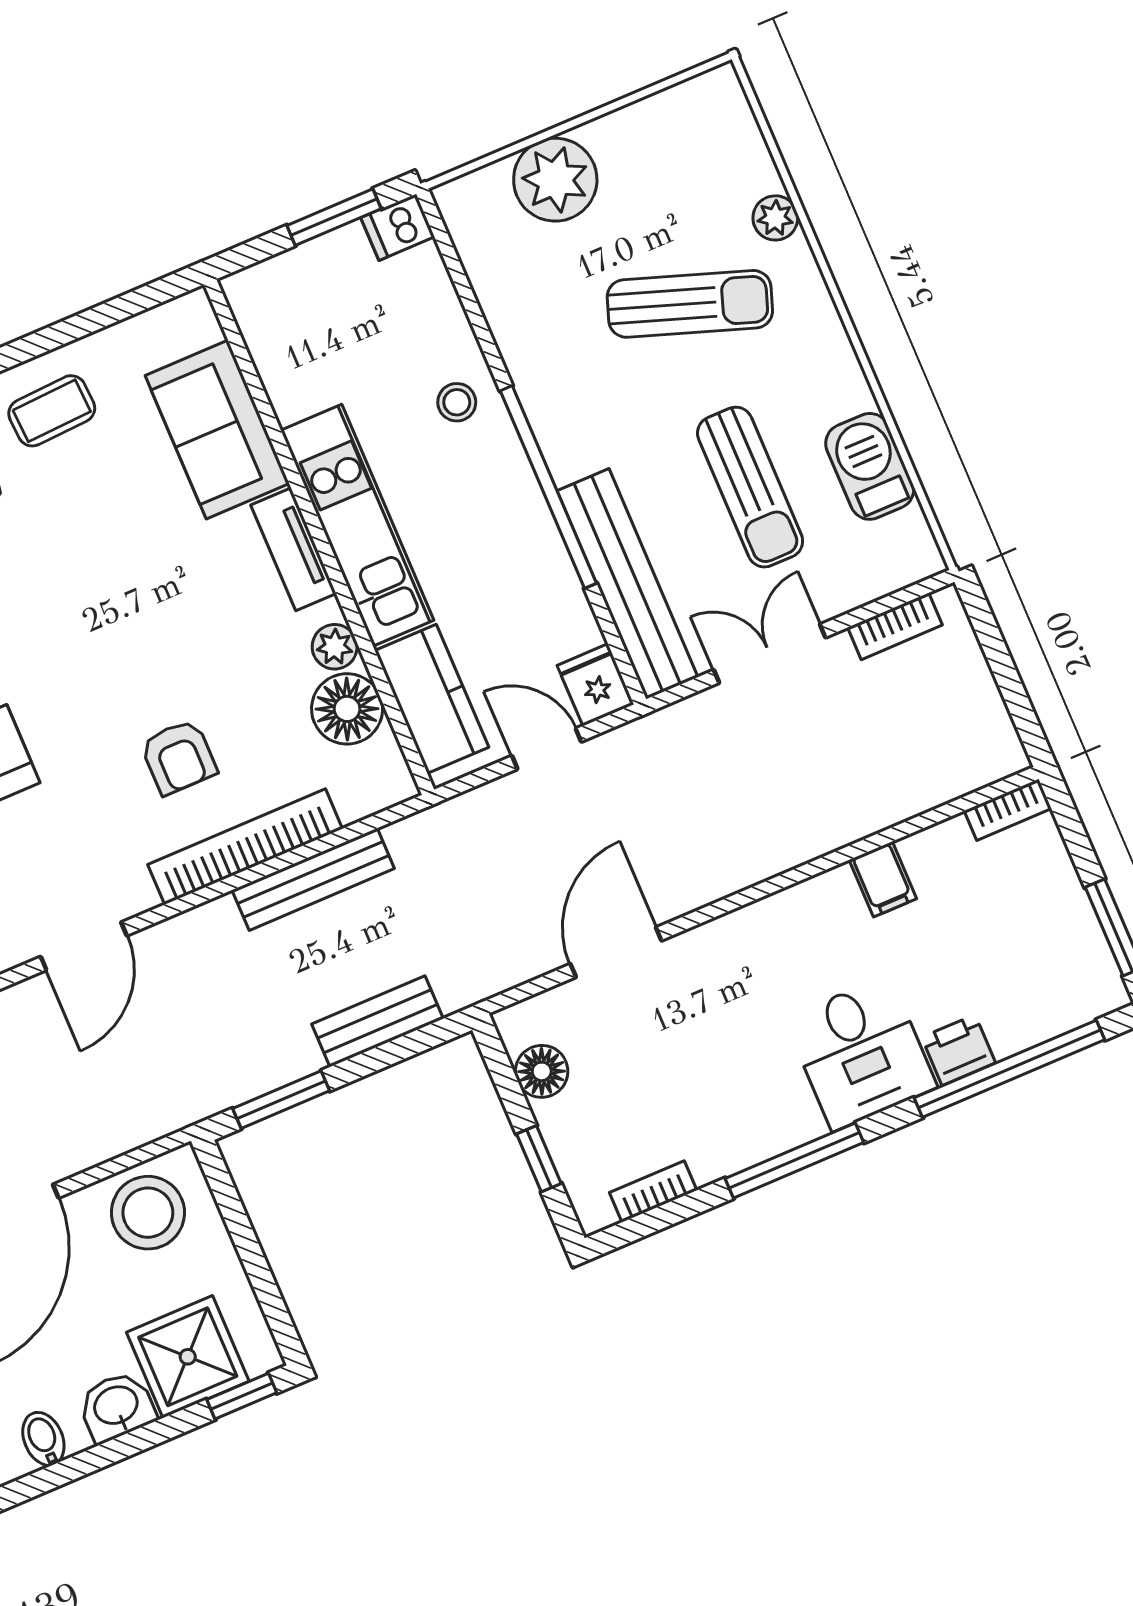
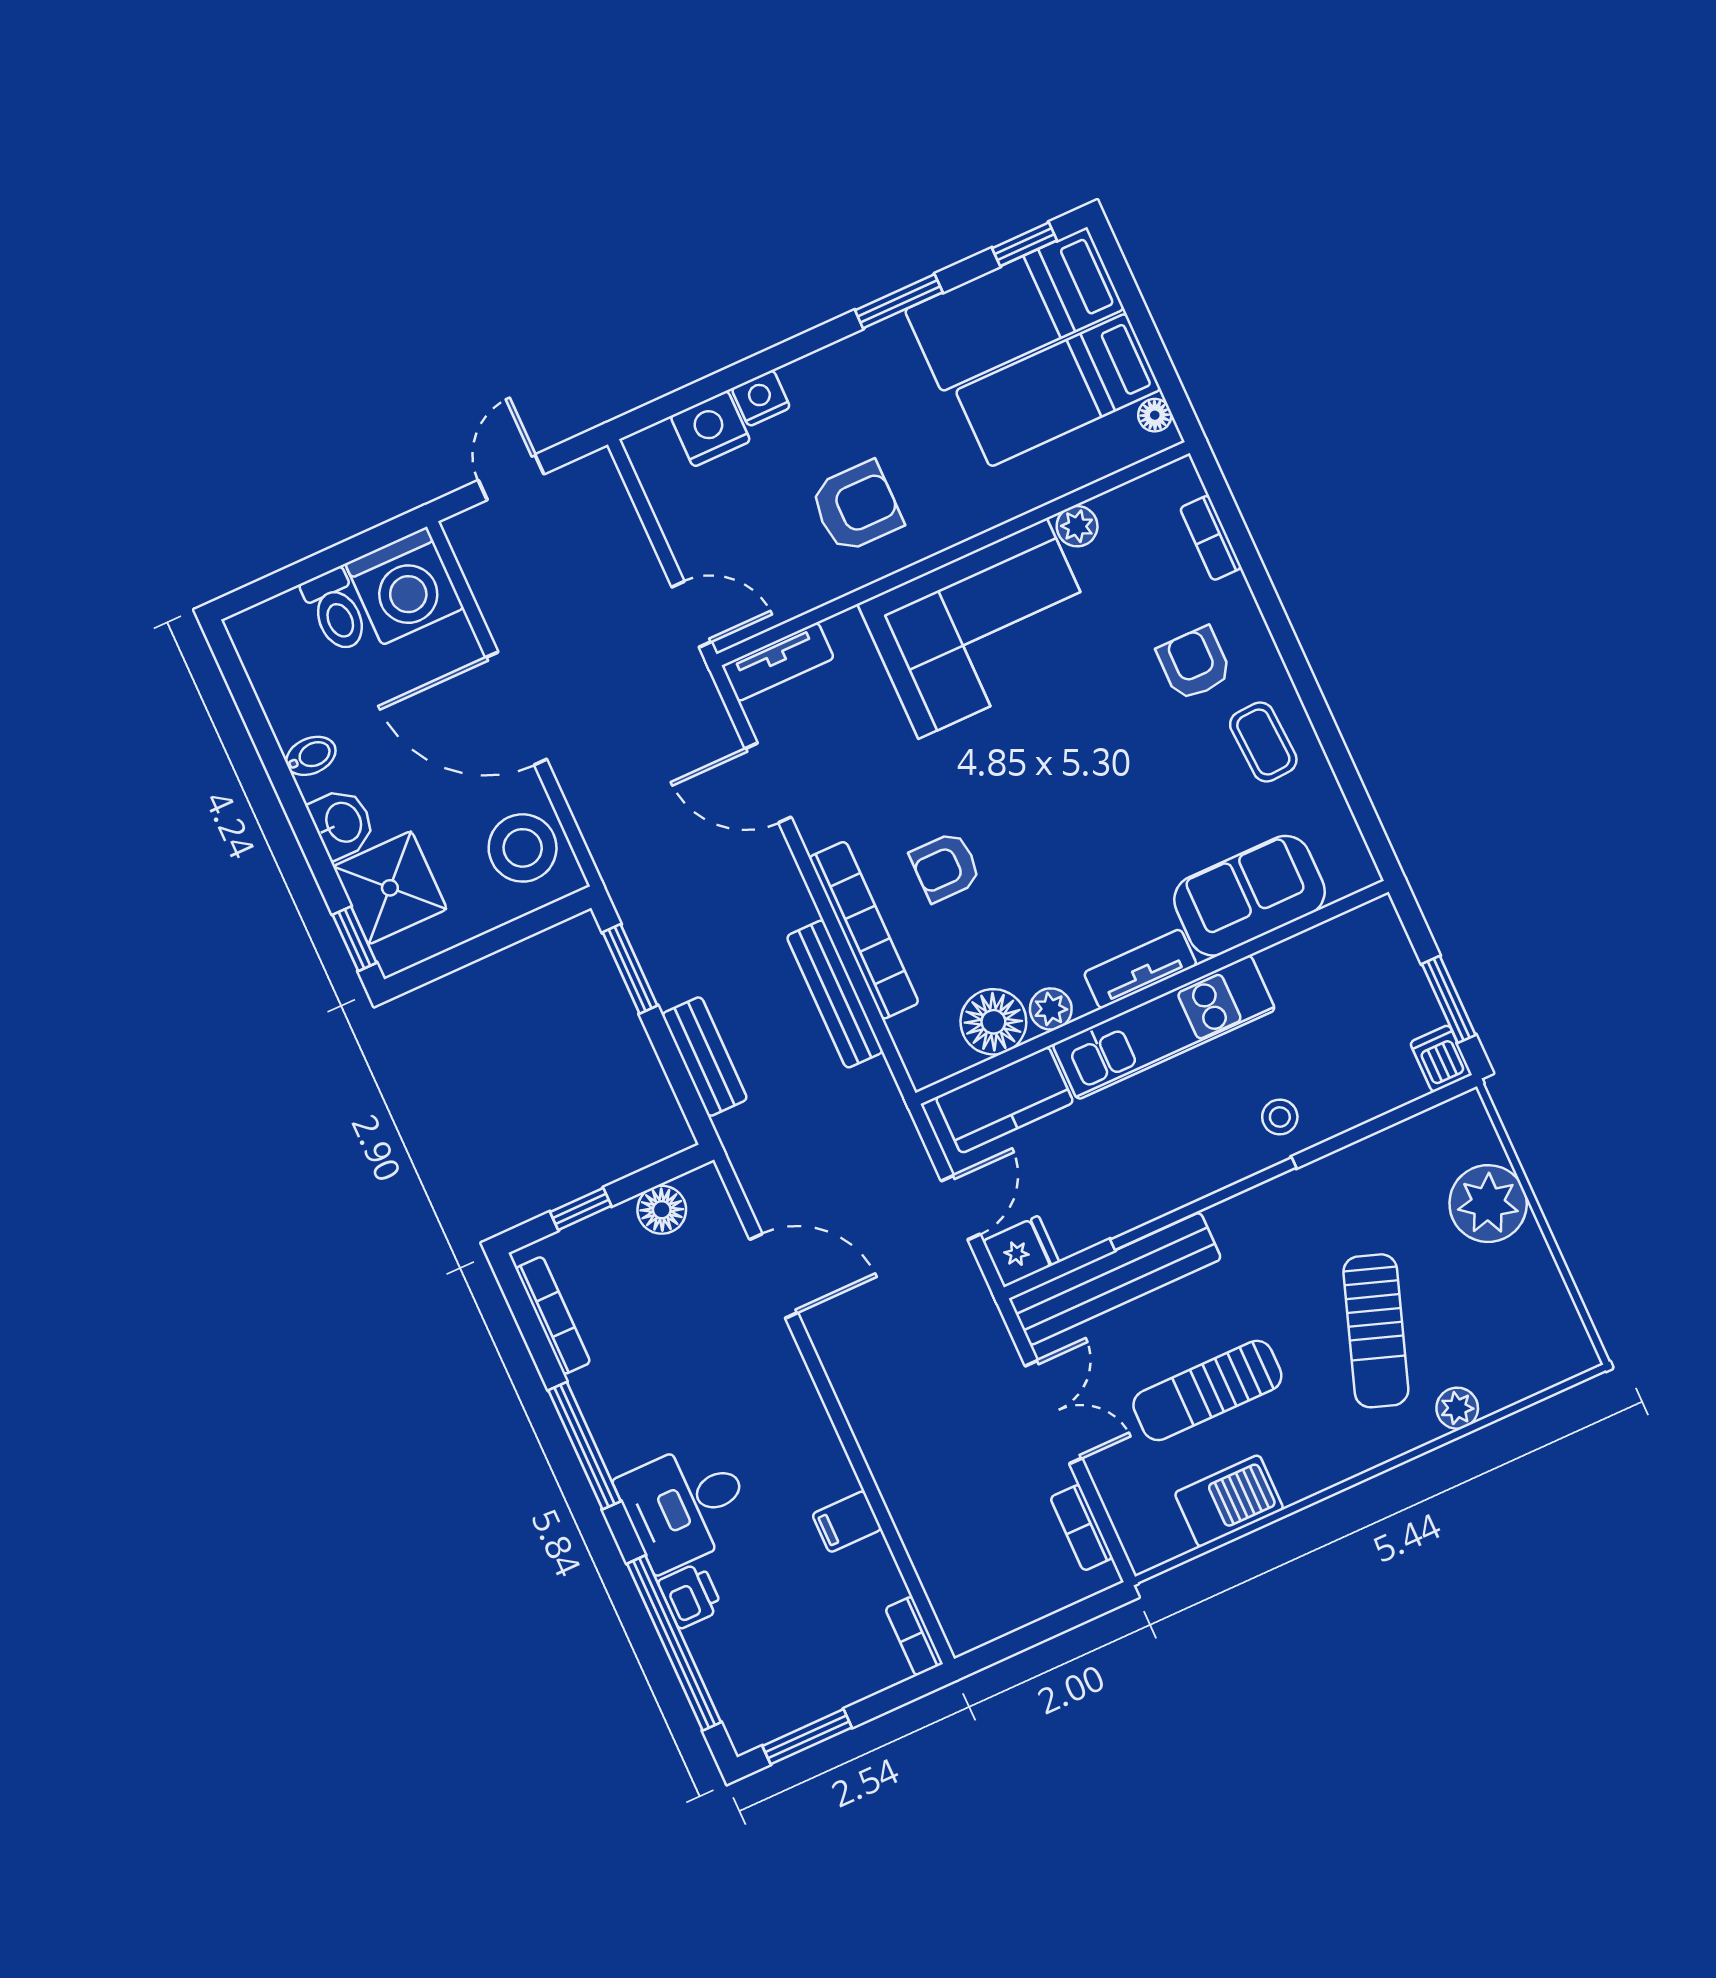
bookcase: (653, 1191) -> (553, 1315), width x1.56

